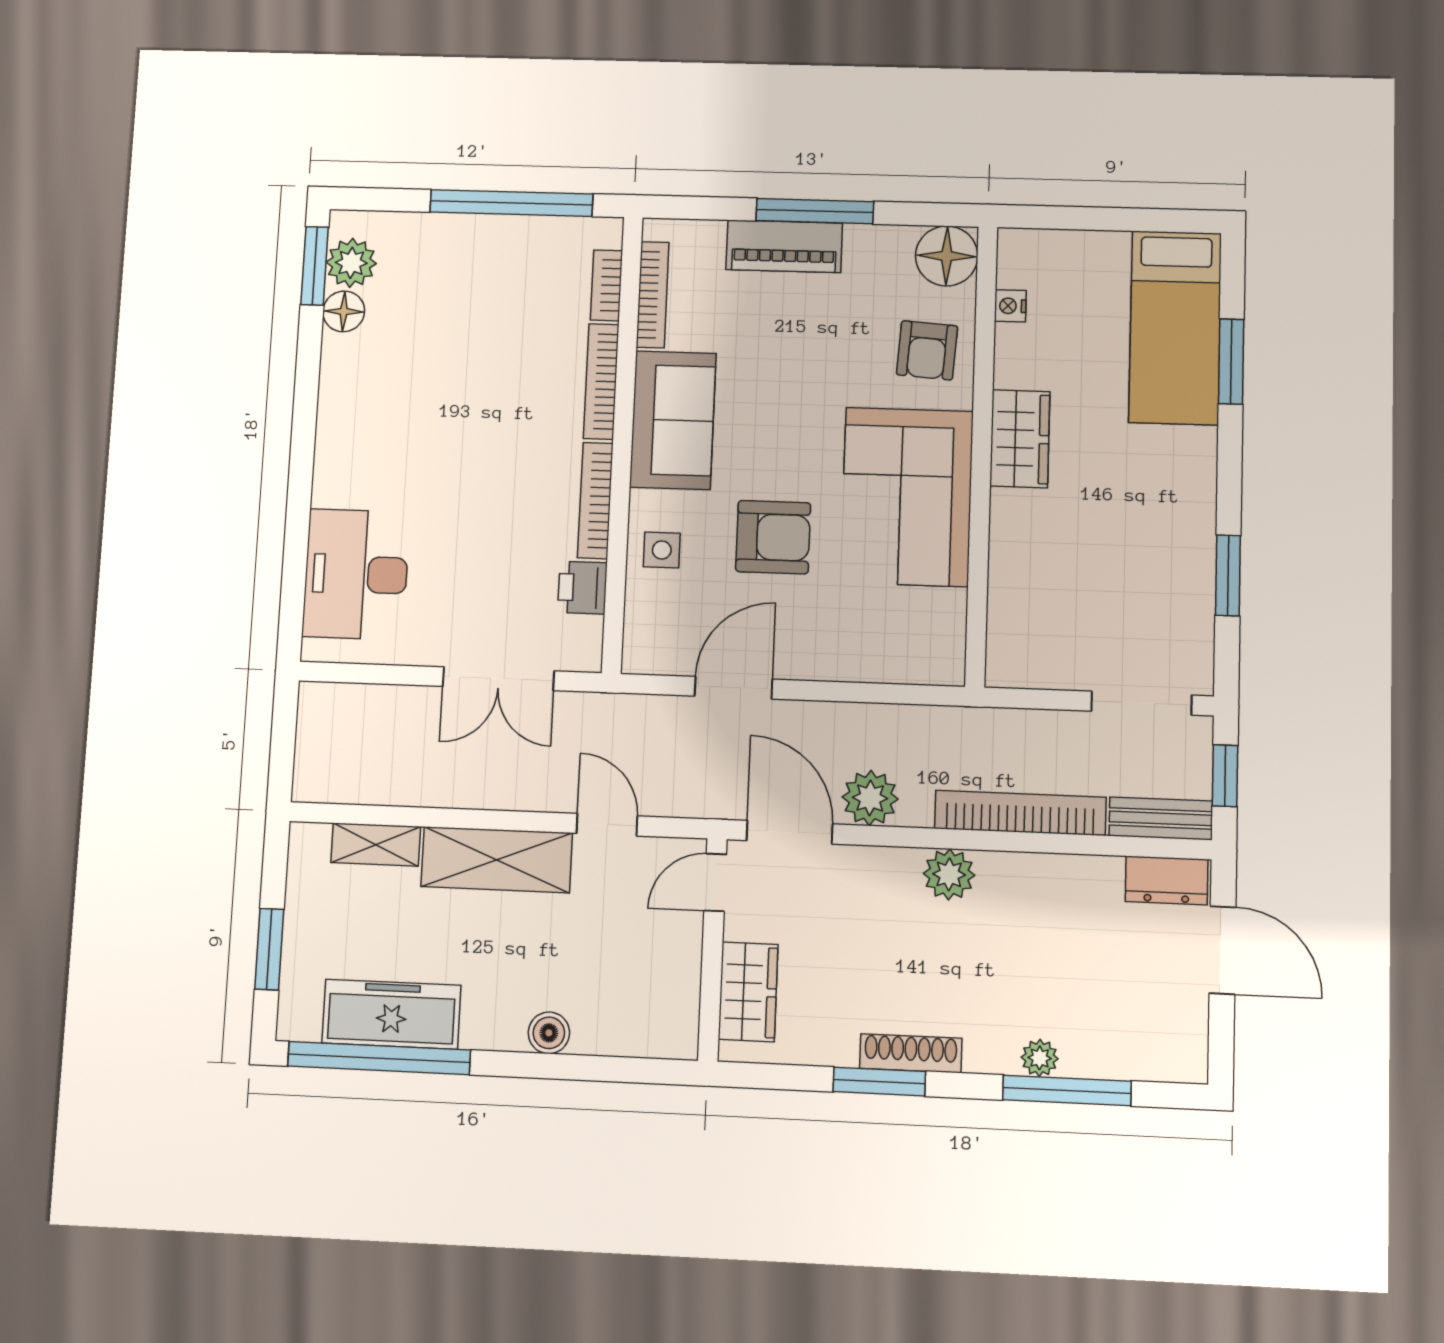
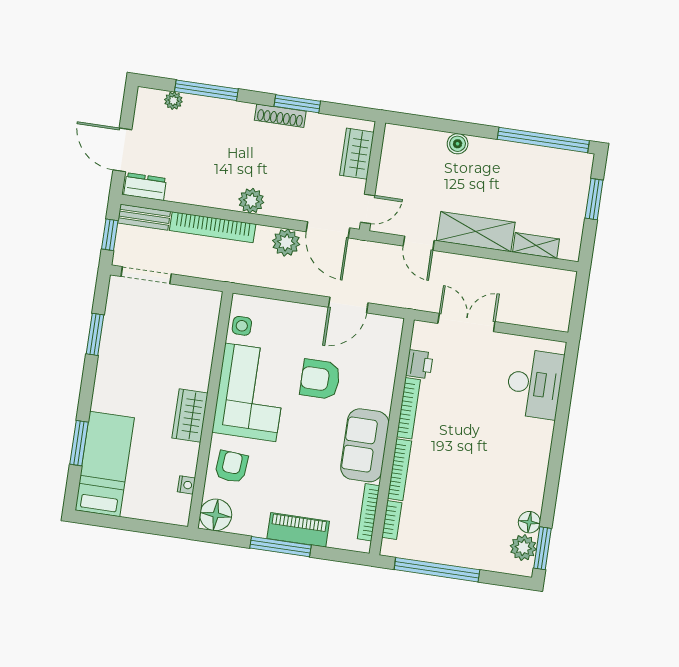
side table: (662, 550) -> (242, 326), moved
freezer: (391, 1014) -> (535, 161), removed
plant: (1040, 1058) -> (173, 101), moved

